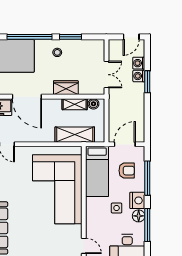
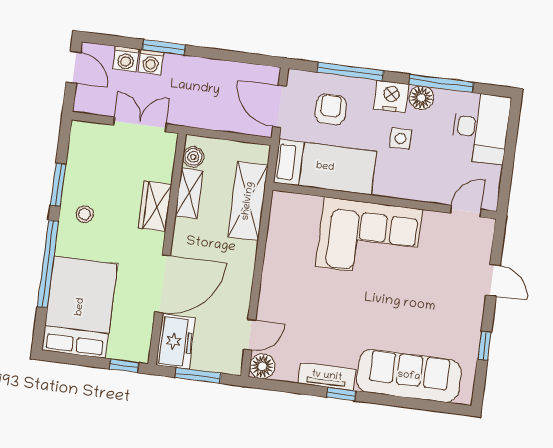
corner sofa: (57, 189) -> (369, 238), width x0.73, depth x0.74

